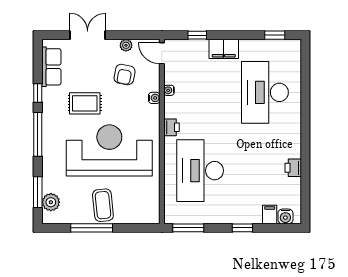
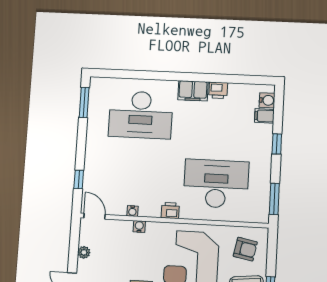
window: (275, 35) -> (84, 102), width x1.50
filing cabinet: (224, 49) -> (193, 91), moved, turned 90
door: (162, 53) -> (94, 216), swing flipped
armchair: (125, 75) -> (245, 249), moved
desk: (200, 171) -> (216, 184), turned 180

